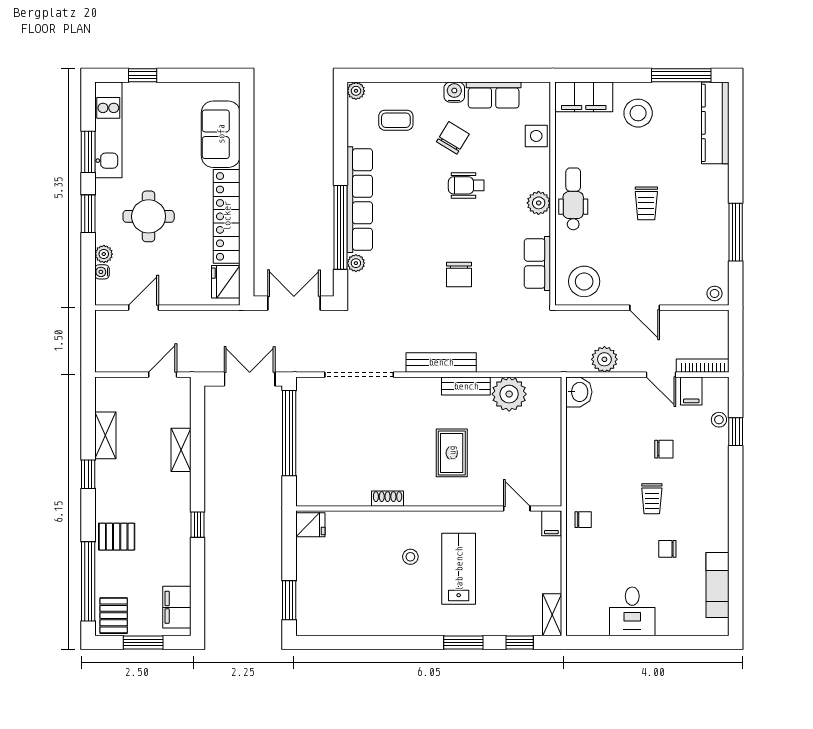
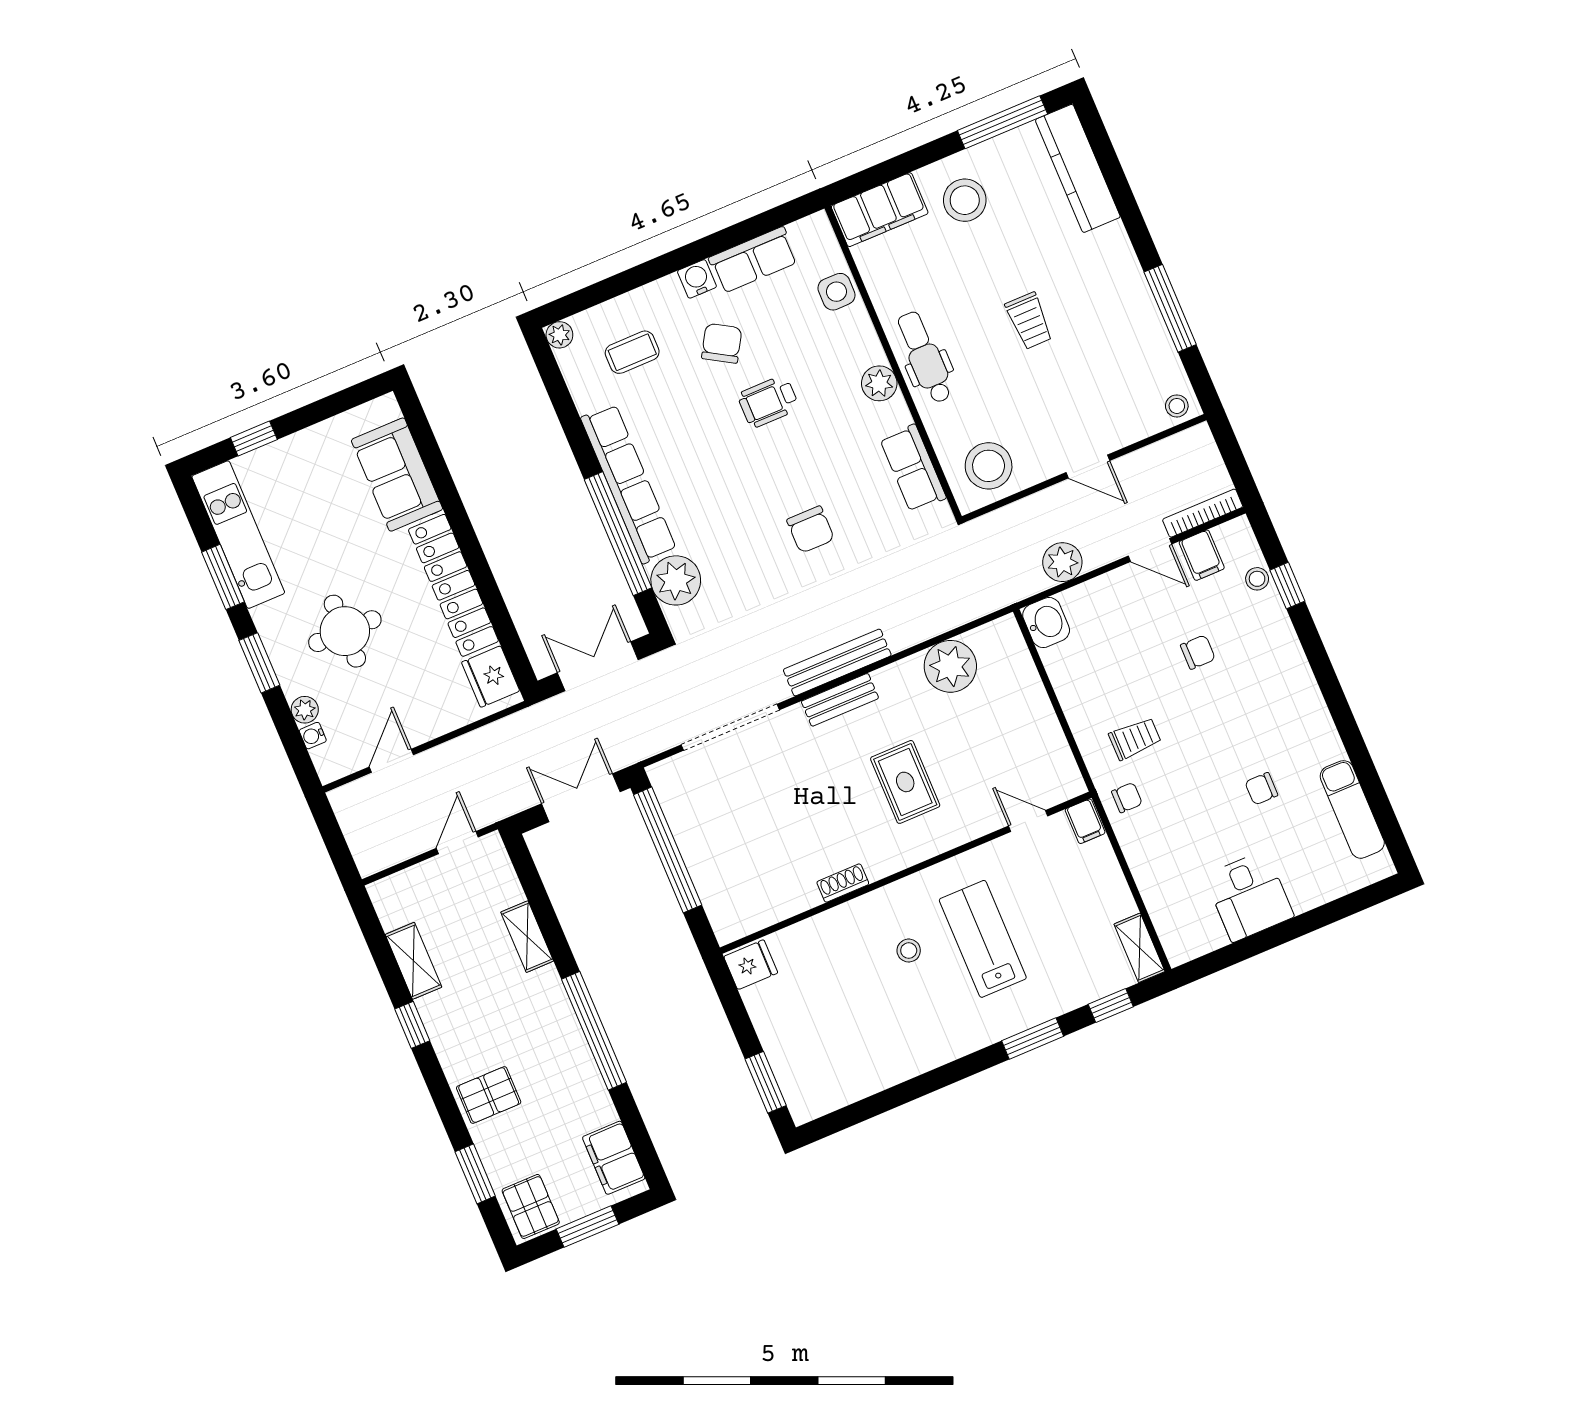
plant: (356, 263) -> (676, 580), width x1.88, depth x1.88
bench: (466, 386) -> (840, 700), moved
trolley: (652, 499) -> (1135, 739), moved, turned -90
window: (198, 525) -> (594, 1031), width x3.17
window: (88, 581) -> (475, 1174), width x0.47

